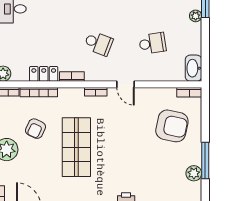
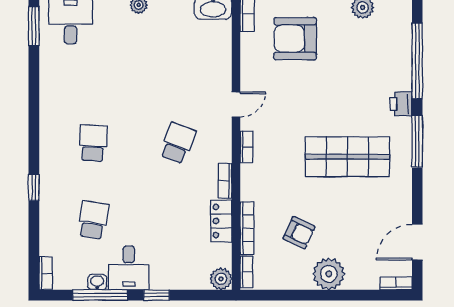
school desk: (152, 43) -> (178, 66), removed
armchair: (172, 126) -> (295, 39), turned -102
shop shelf: (76, 147) -> (347, 157), moved

